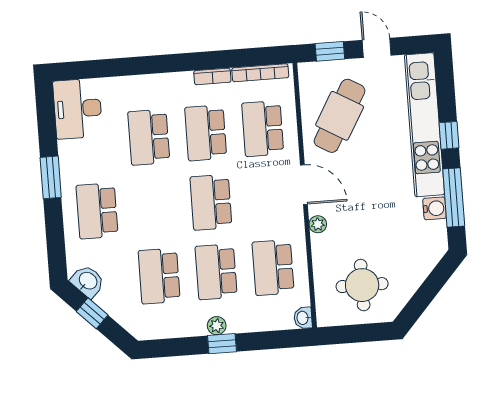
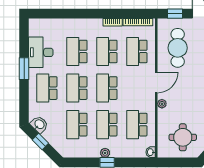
desk: (78, 109) -> (41, 52), moved
cafe table: (340, 116) -> (178, 48), turned -30
door: (304, 185) -> (156, 82), hinge flipped
school desk: (154, 207) -> (77, 88), added

